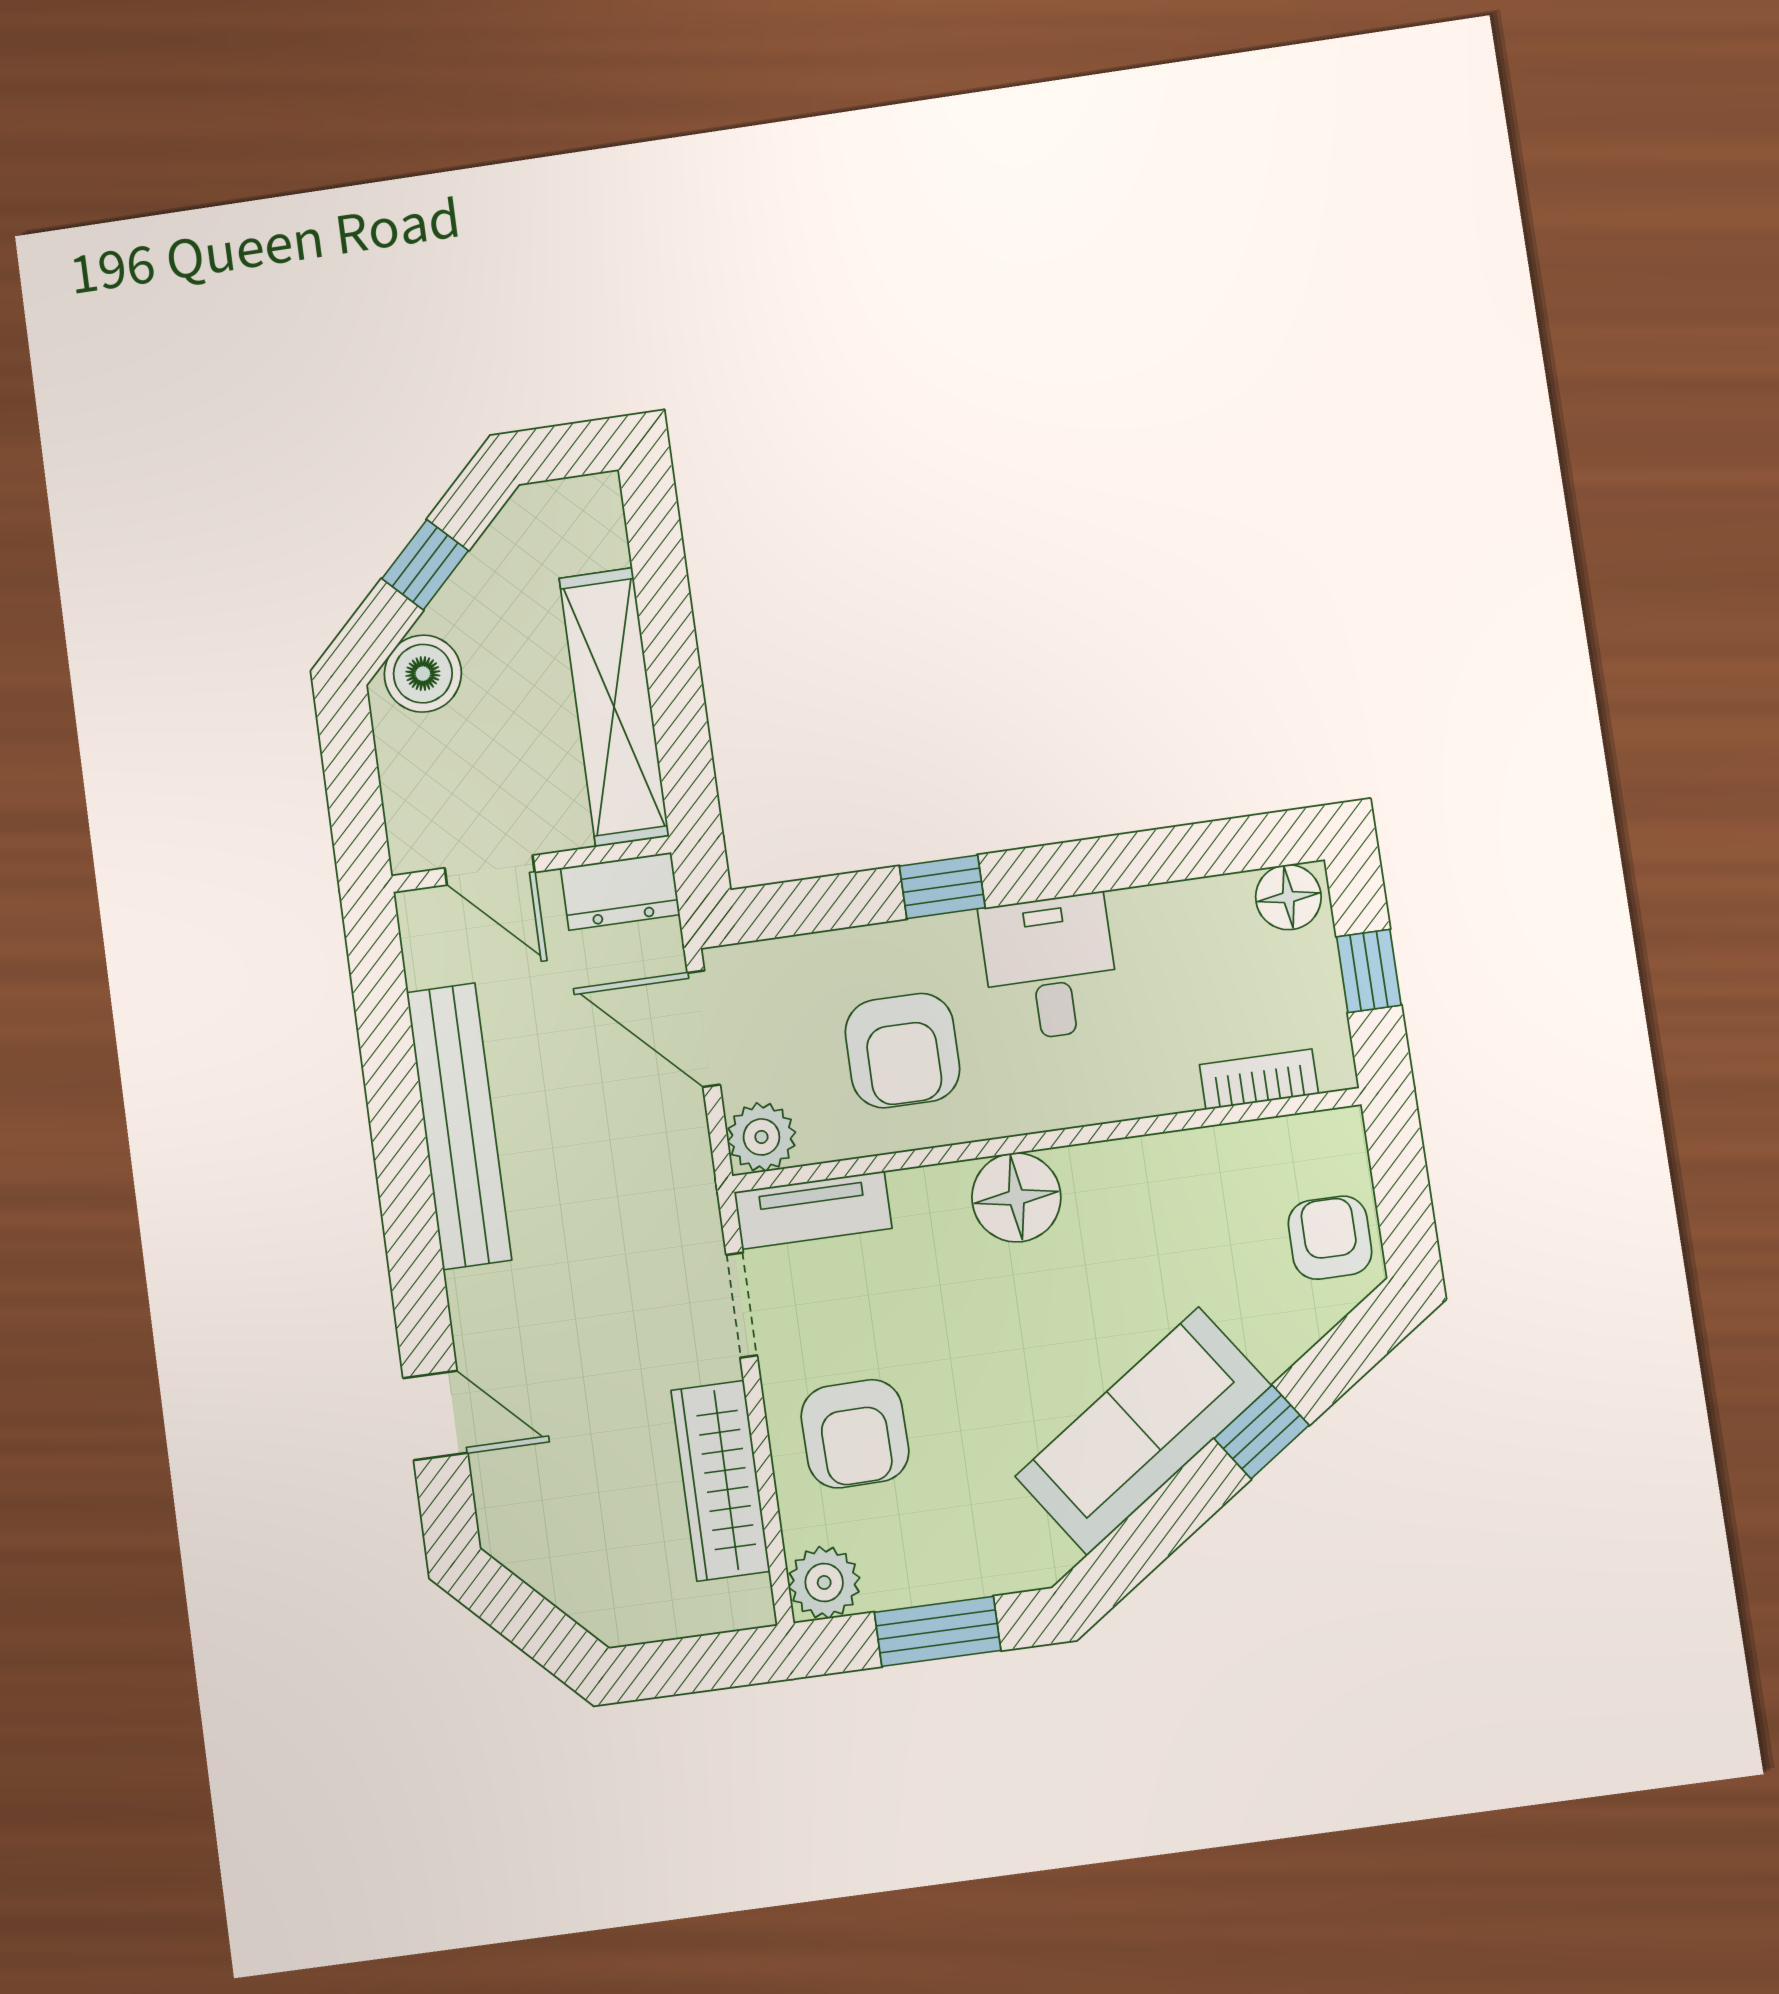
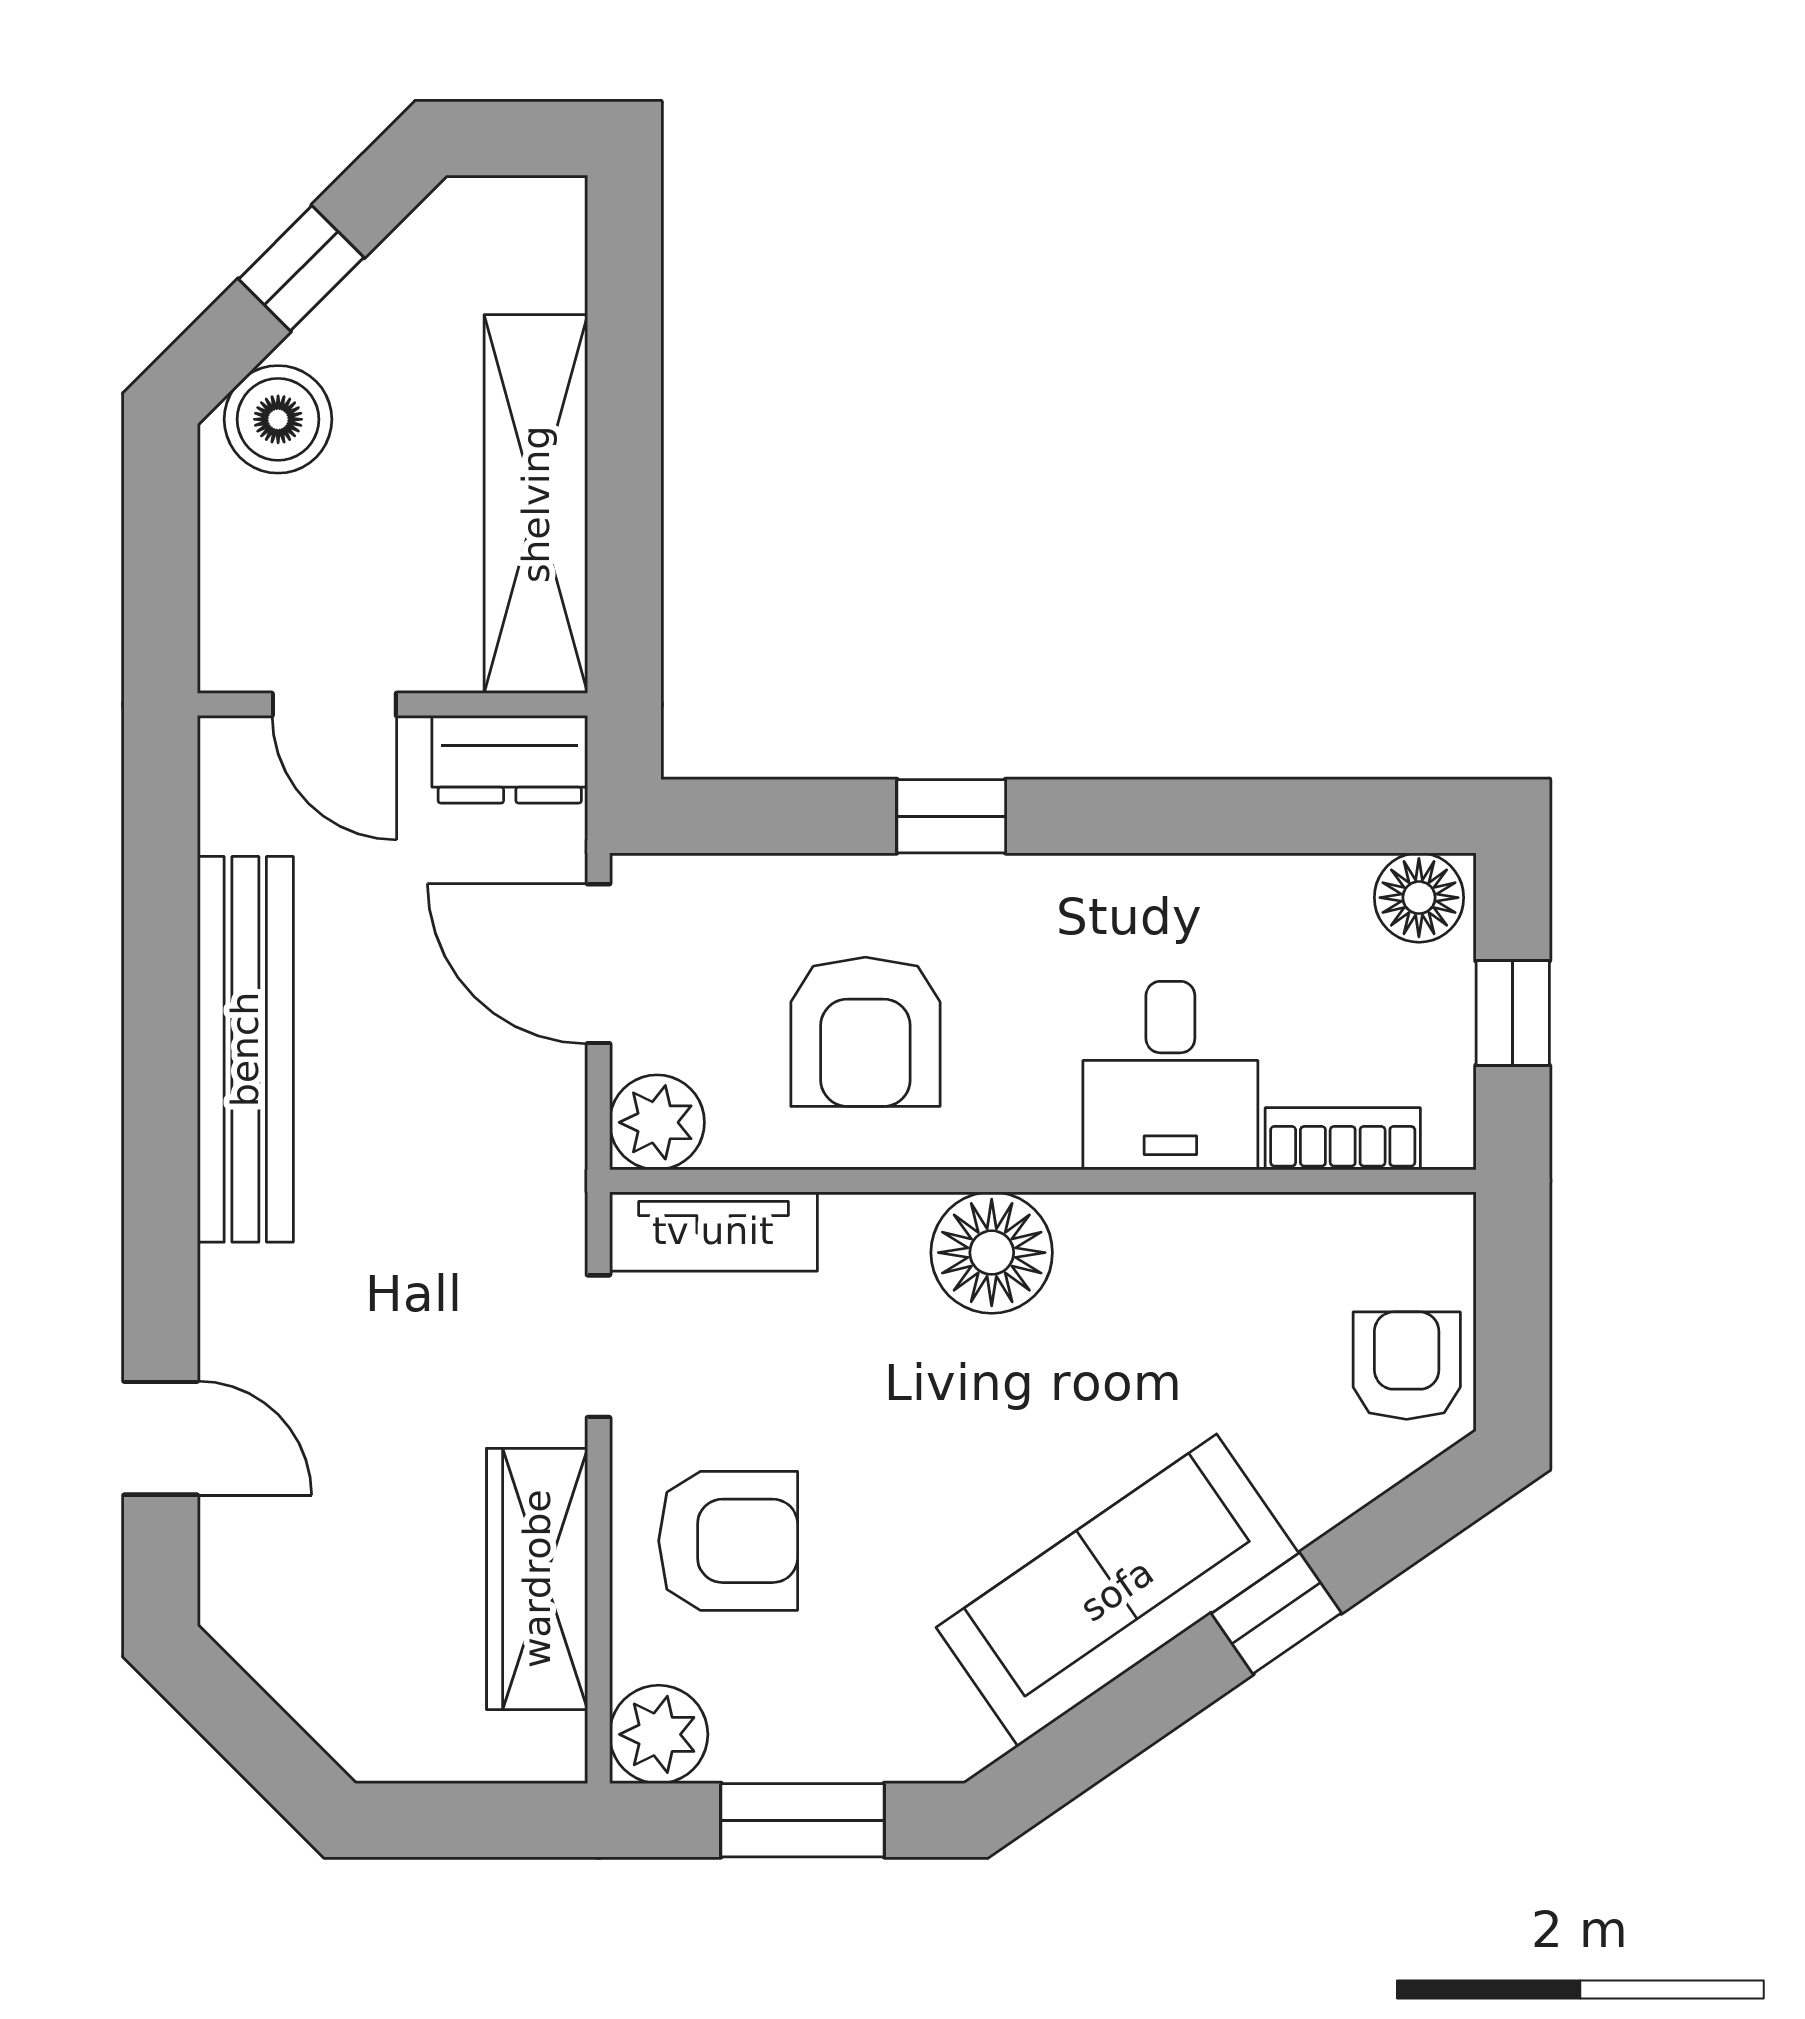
desk: (1050, 967) -> (1170, 1076), moved, turned 180
armchair: (855, 1434) -> (728, 1541), turned -89

